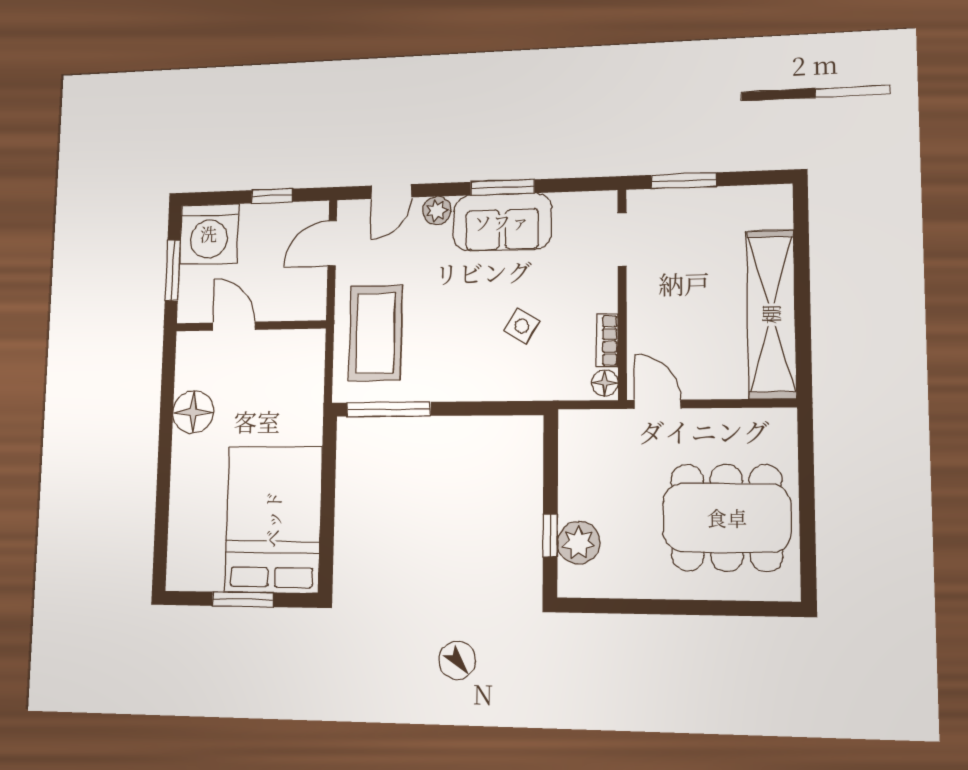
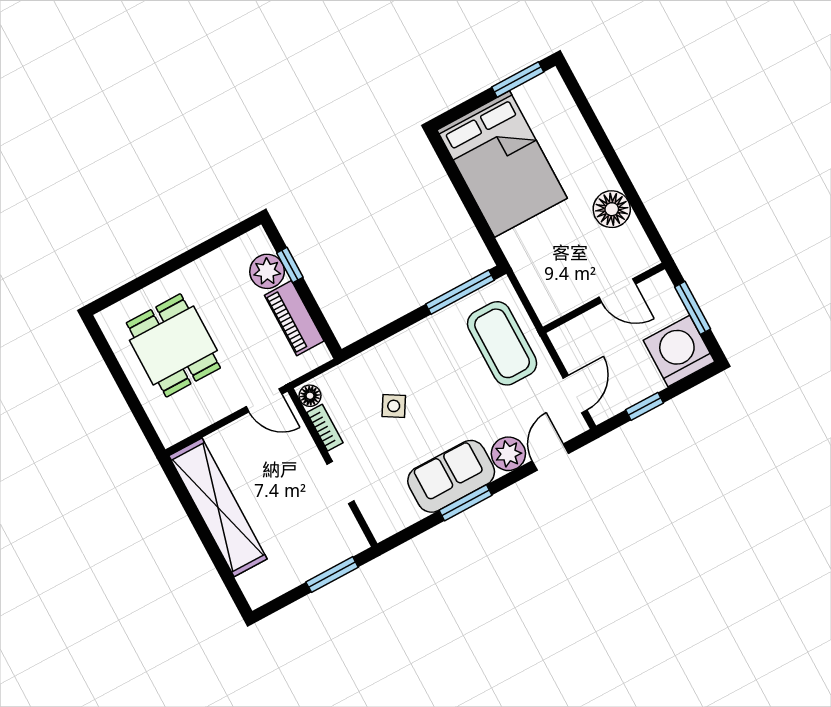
plant: (437, 211) -> (508, 454), width x1.38, depth x1.38
doorway: (622, 240) -> (340, 483), moved
piano: (577, 476) -> (294, 318), added
dining table: (727, 518) -> (173, 345), width x0.73
window: (243, 599) -> (518, 80), moved

